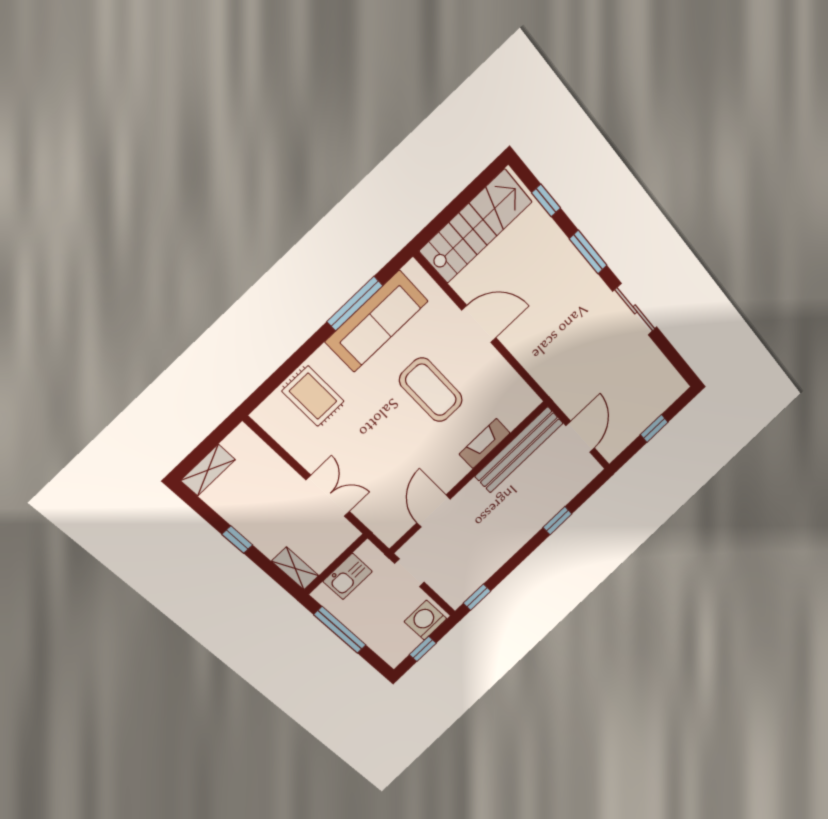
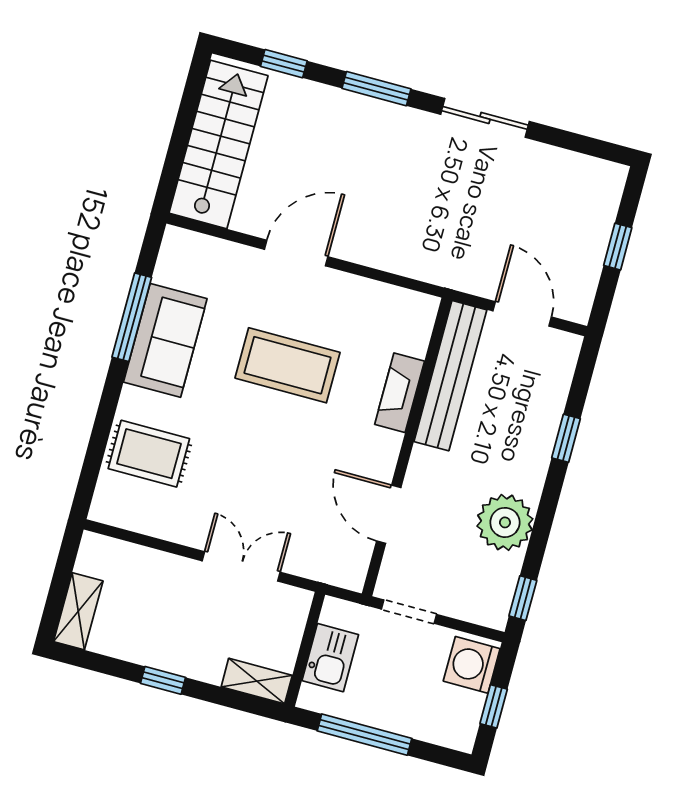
sofa: (377, 321) -> (165, 340), width x0.73
plant: (495, 550) -> (505, 522), added

